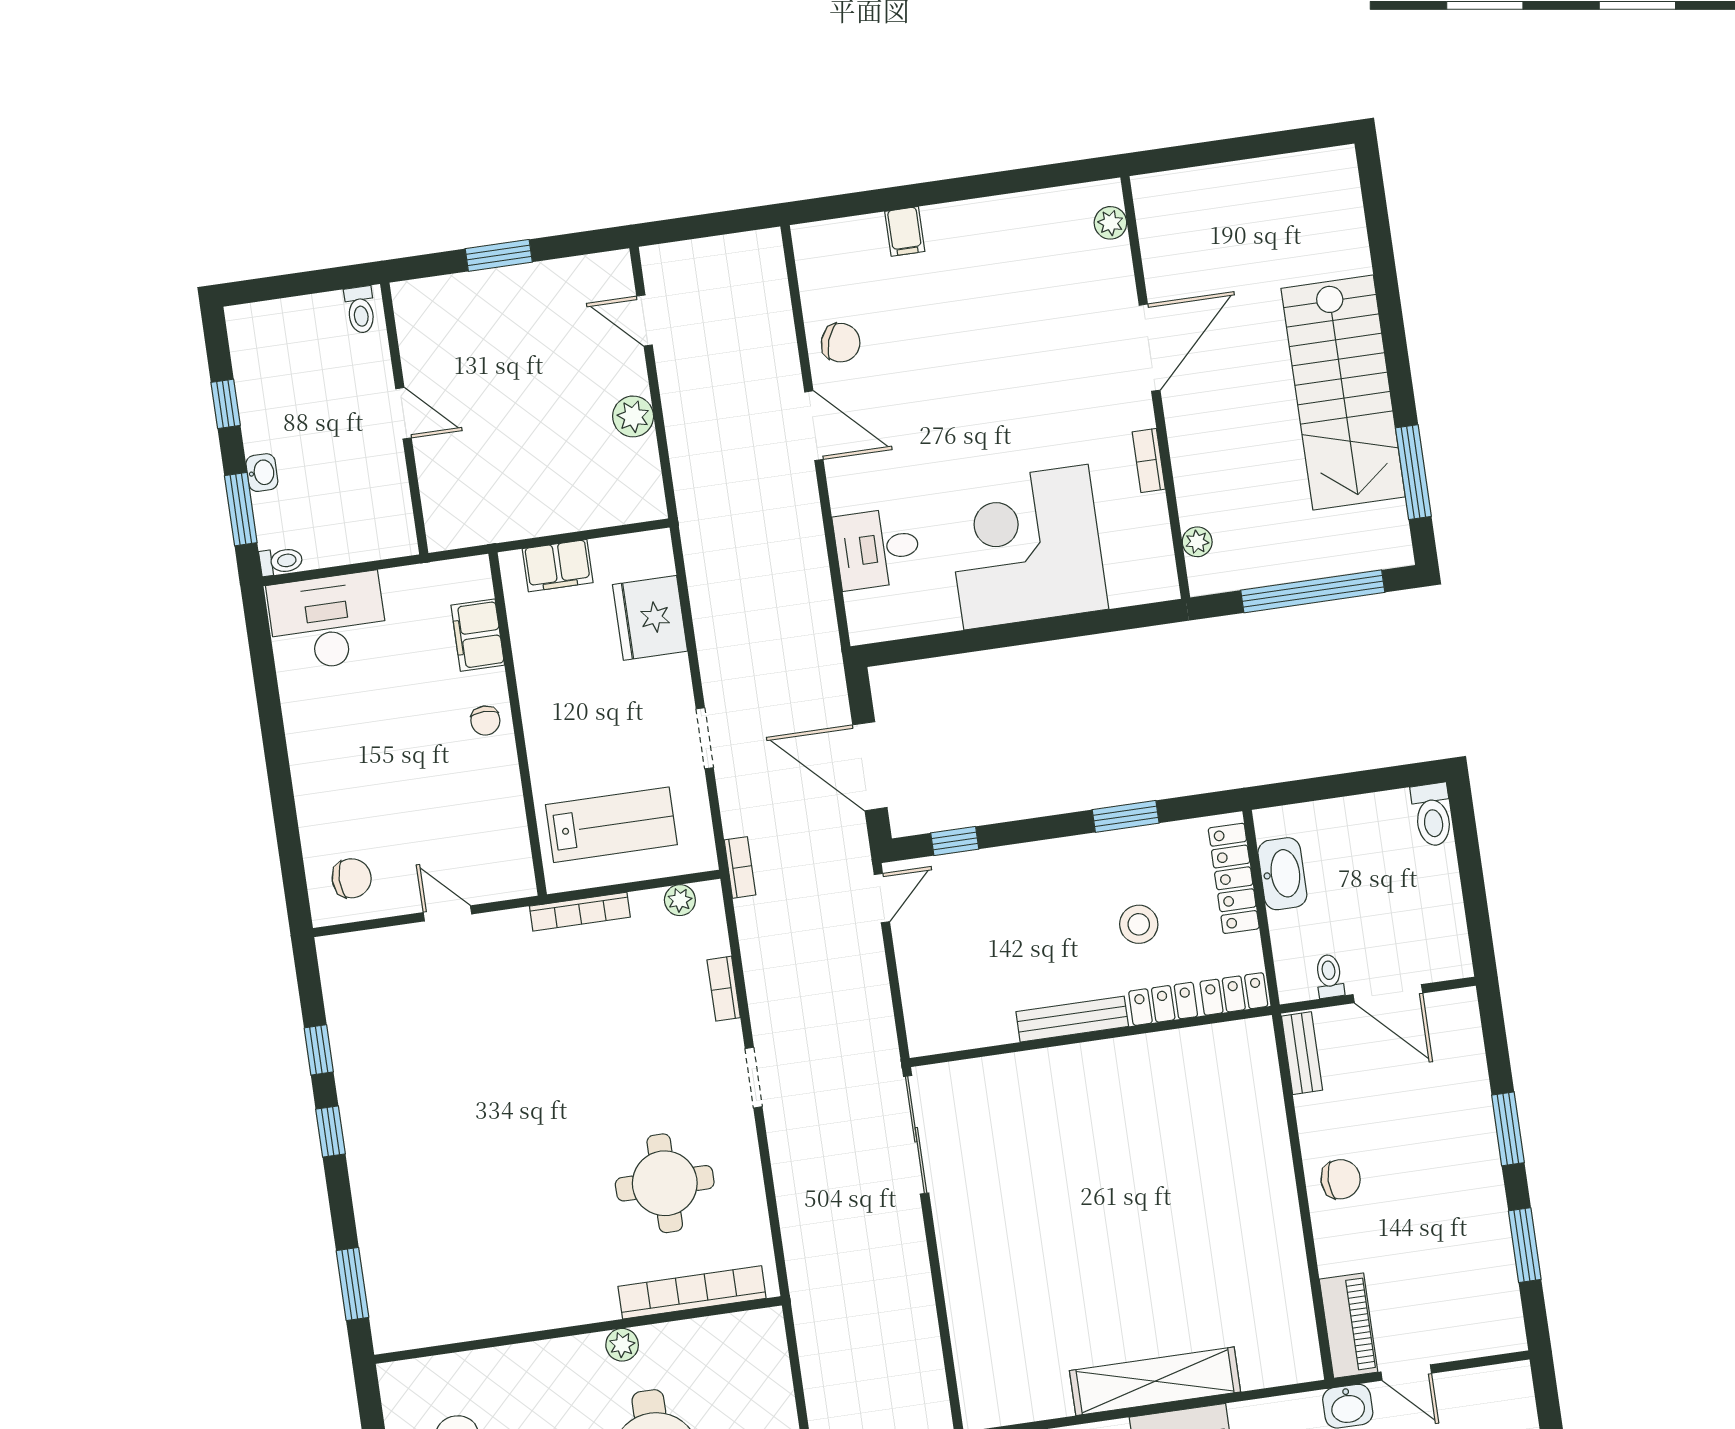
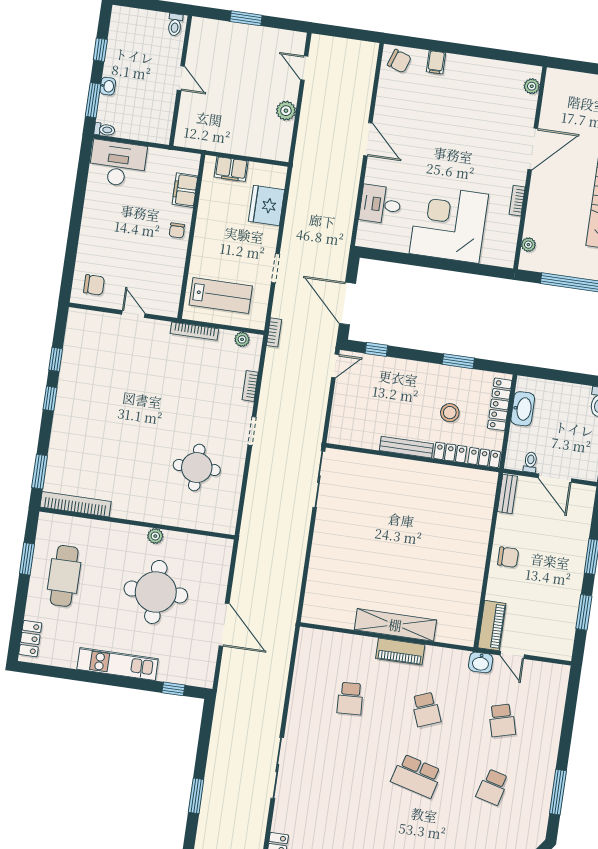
chair: (841, 343) -> (399, 61), moved
bookcase: (692, 1292) -> (76, 504), moved

